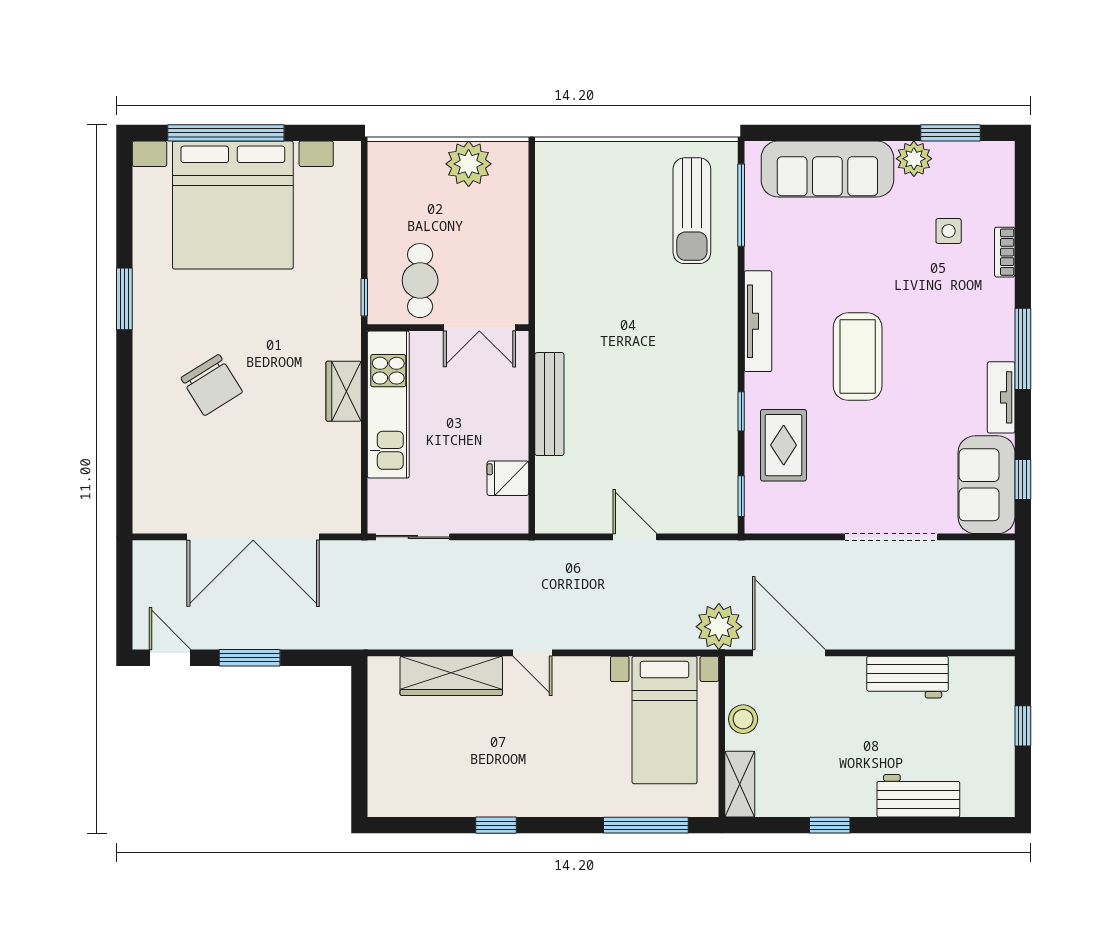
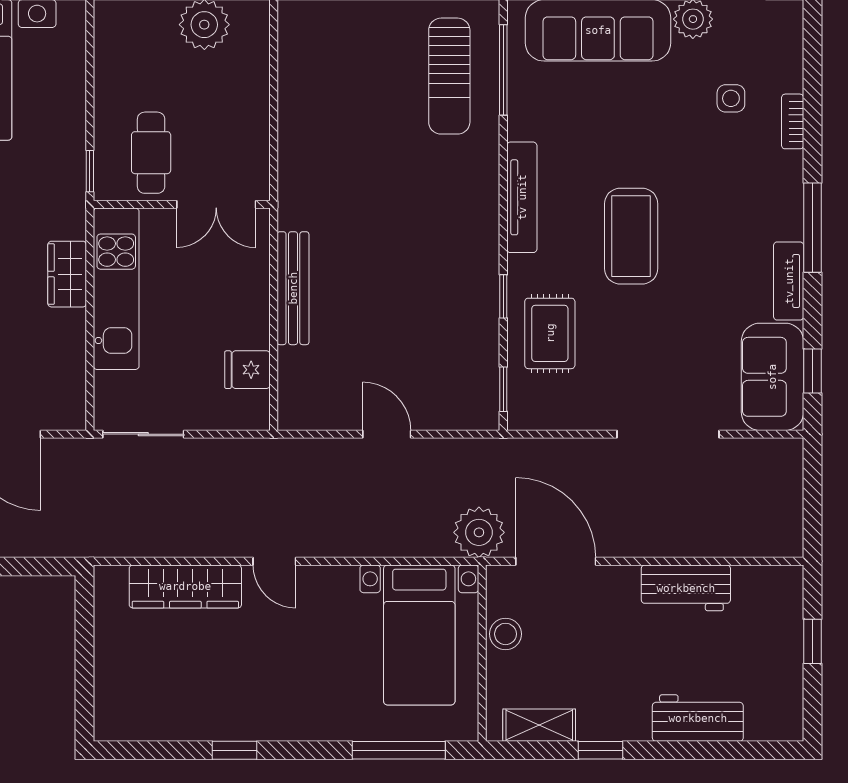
shelving: (740, 784) -> (539, 725), moved, turned 90

